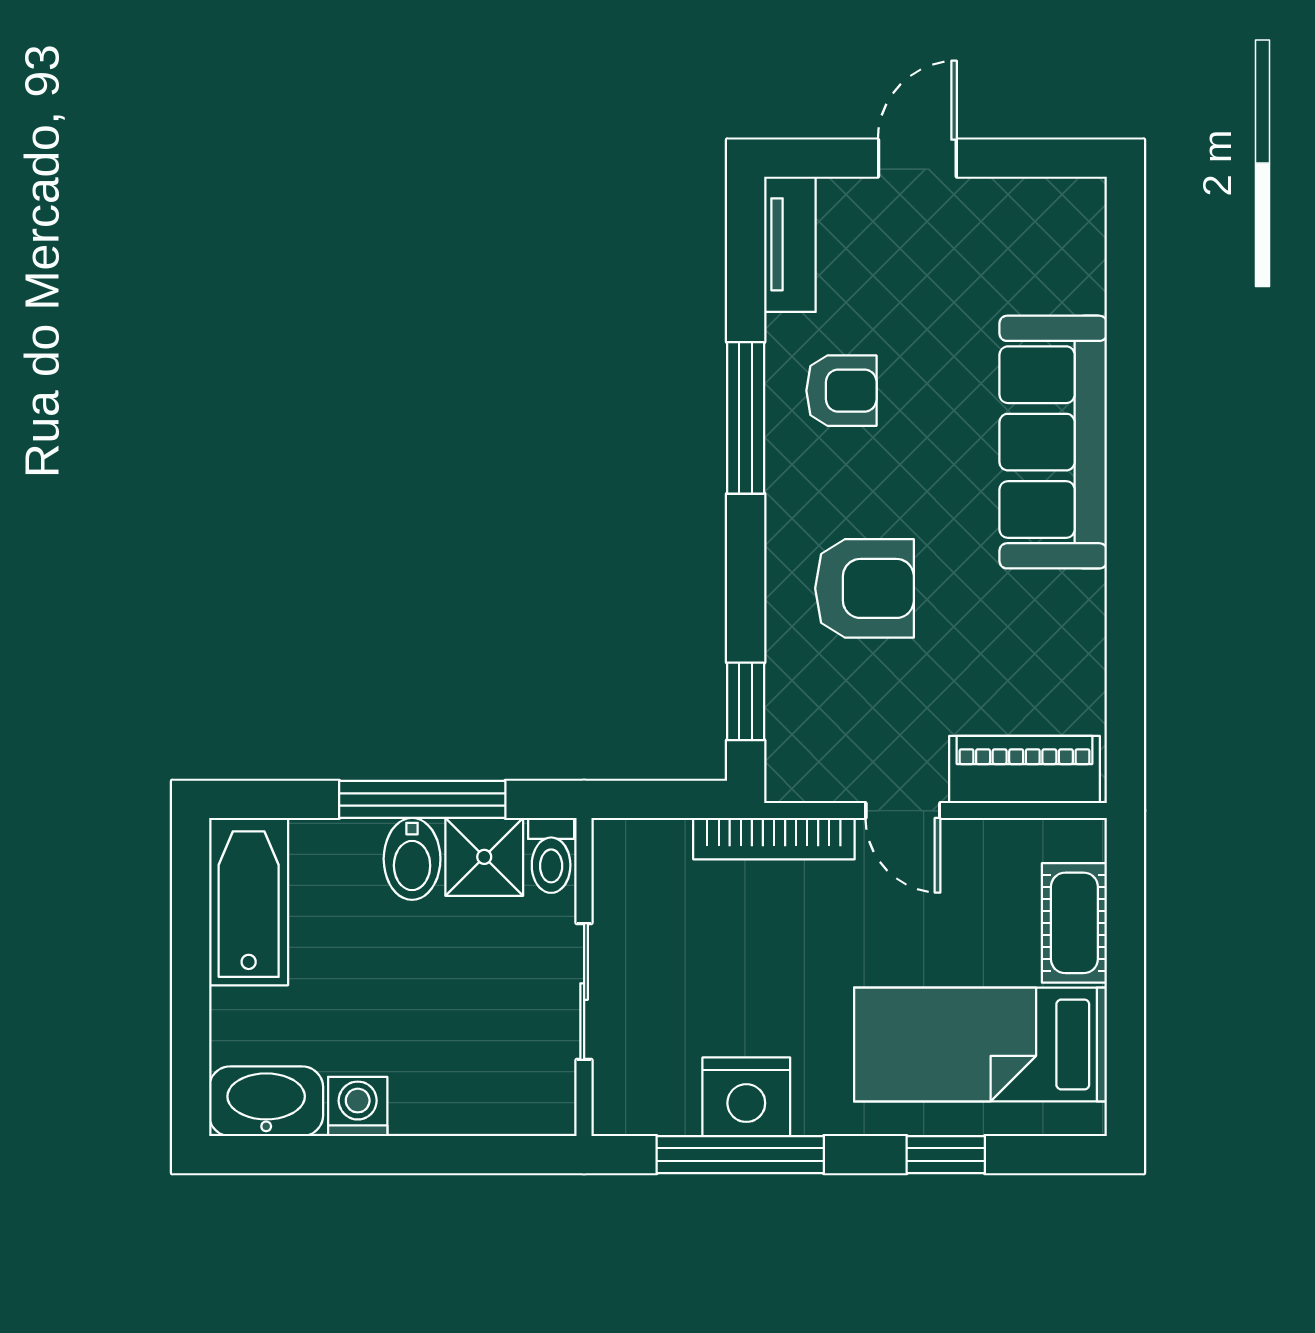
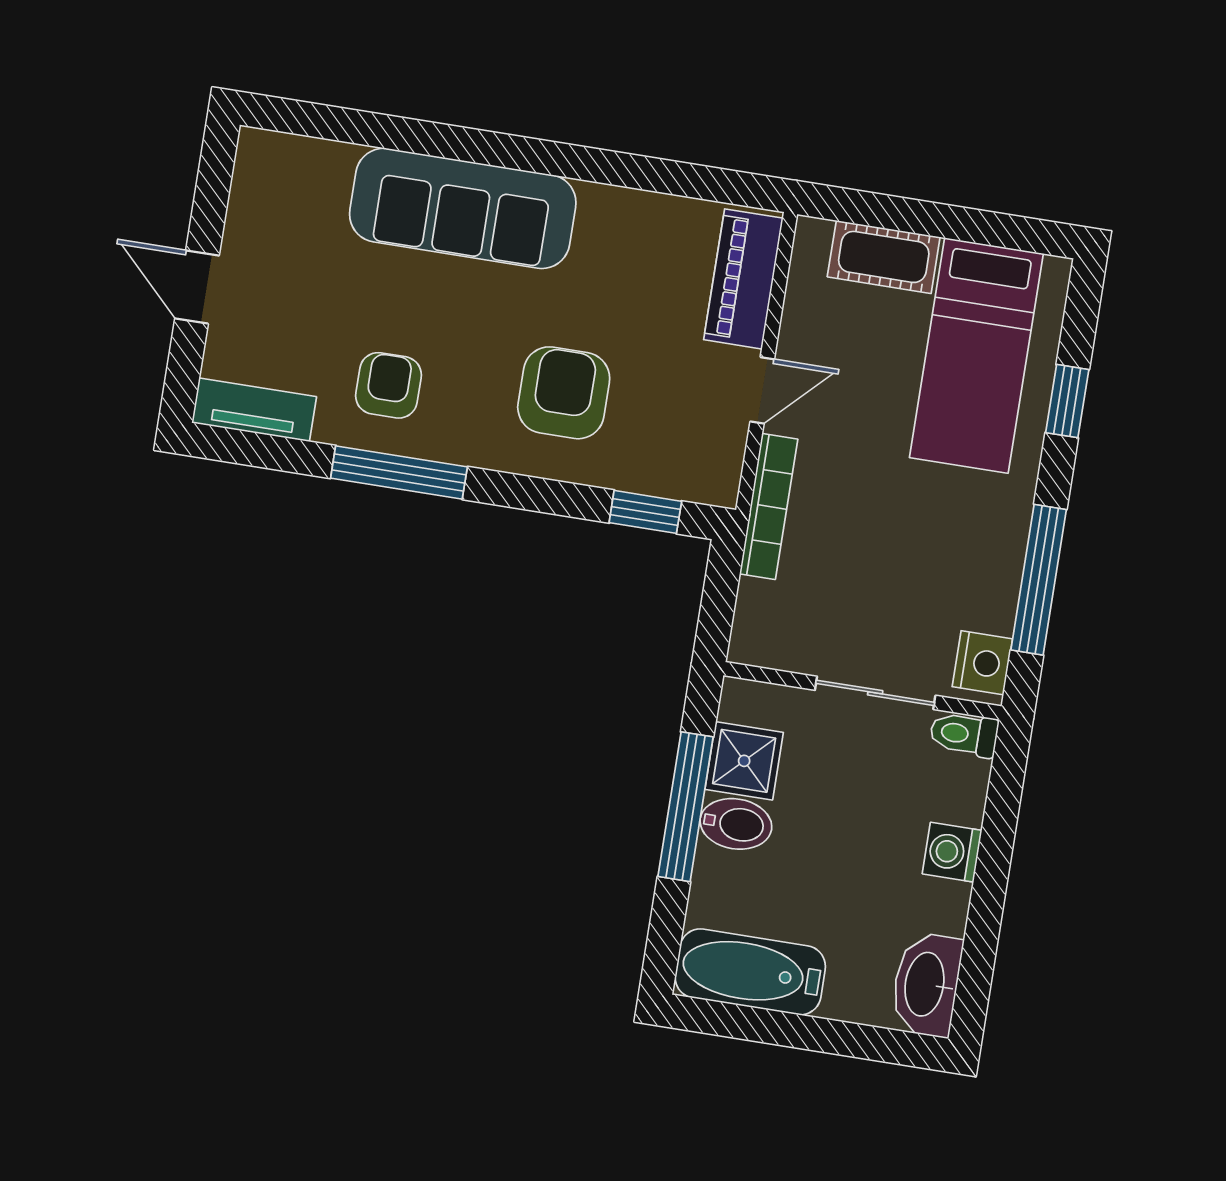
toilet: (551, 855) -> (964, 734), moved, turned 180
nightstand: (746, 1097) -> (982, 663), moved, width x0.74, depth x0.75
washing machine: (358, 1106) -> (952, 852), moved

